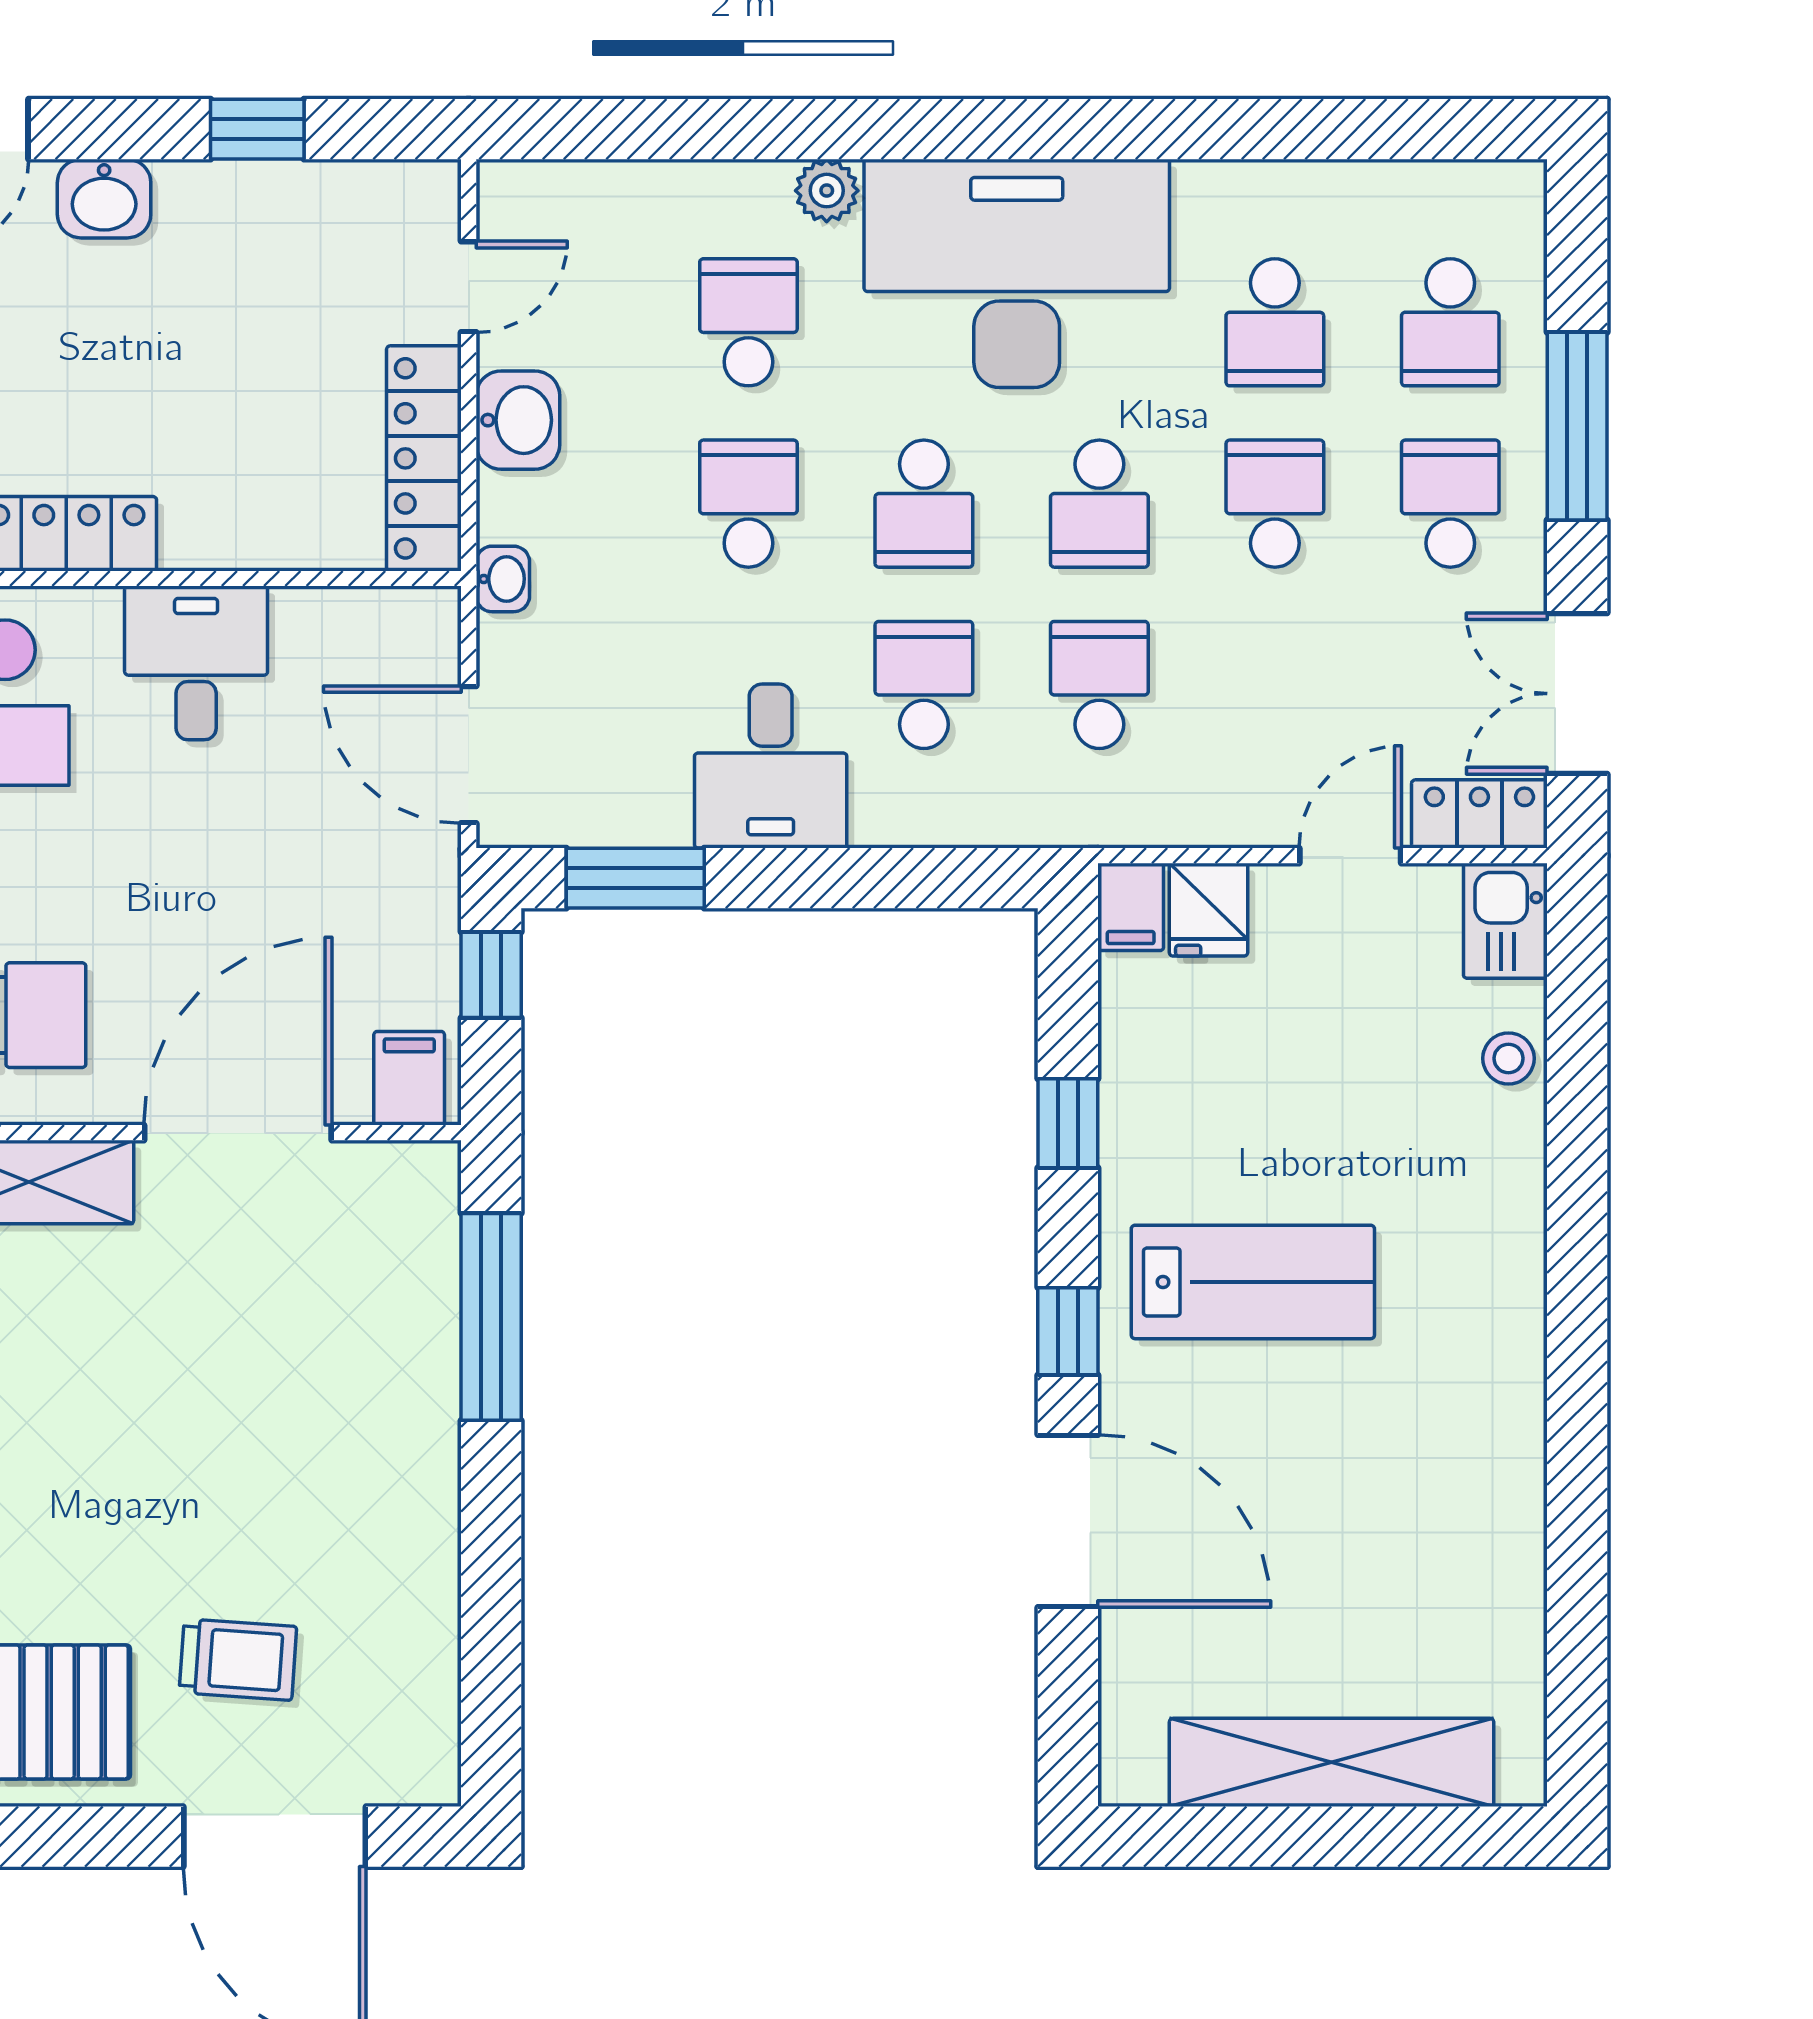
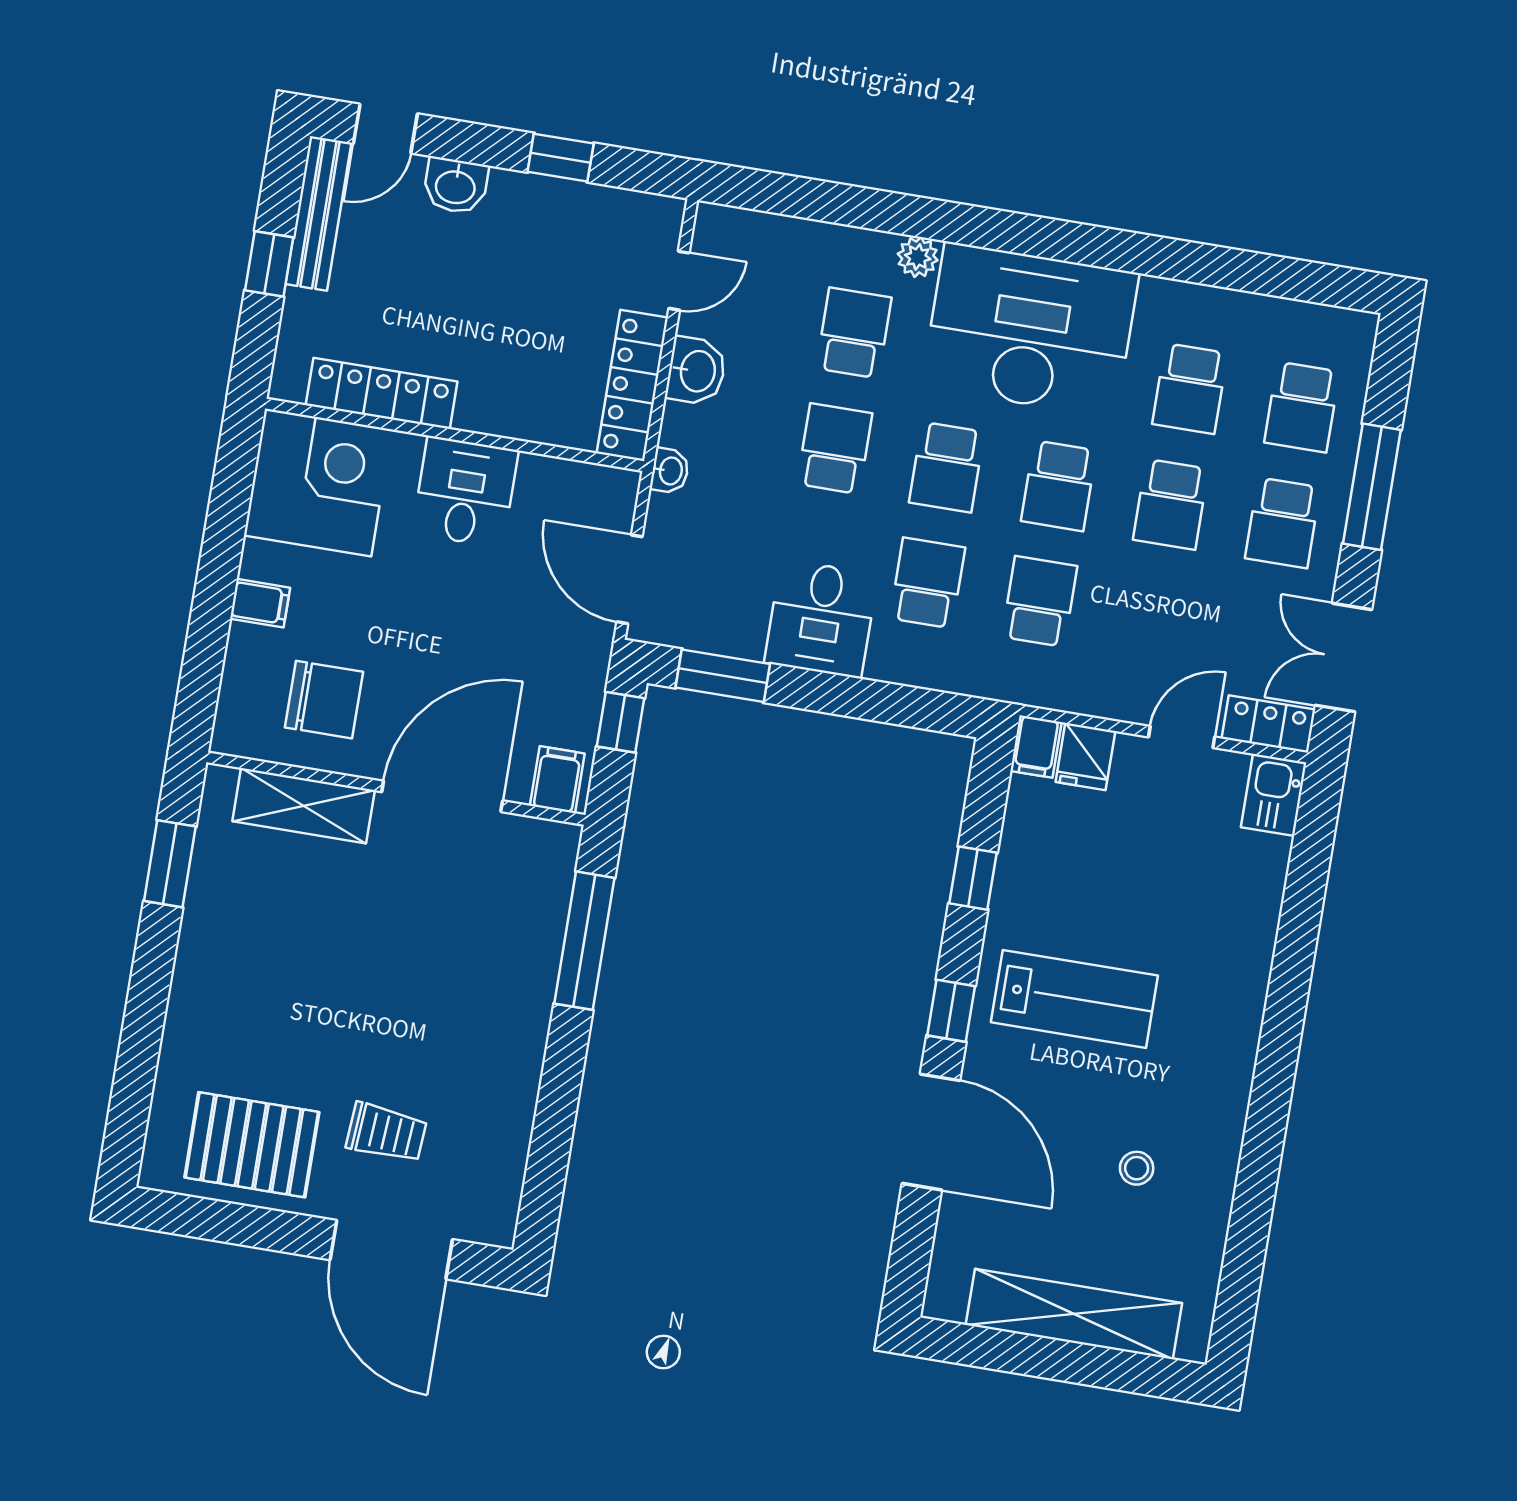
school desk: (1275, 504) -> (1171, 504), turned 180
school desk: (1450, 504) -> (1283, 523), turned 180
stool: (1508, 1058) -> (1137, 1168), moved

